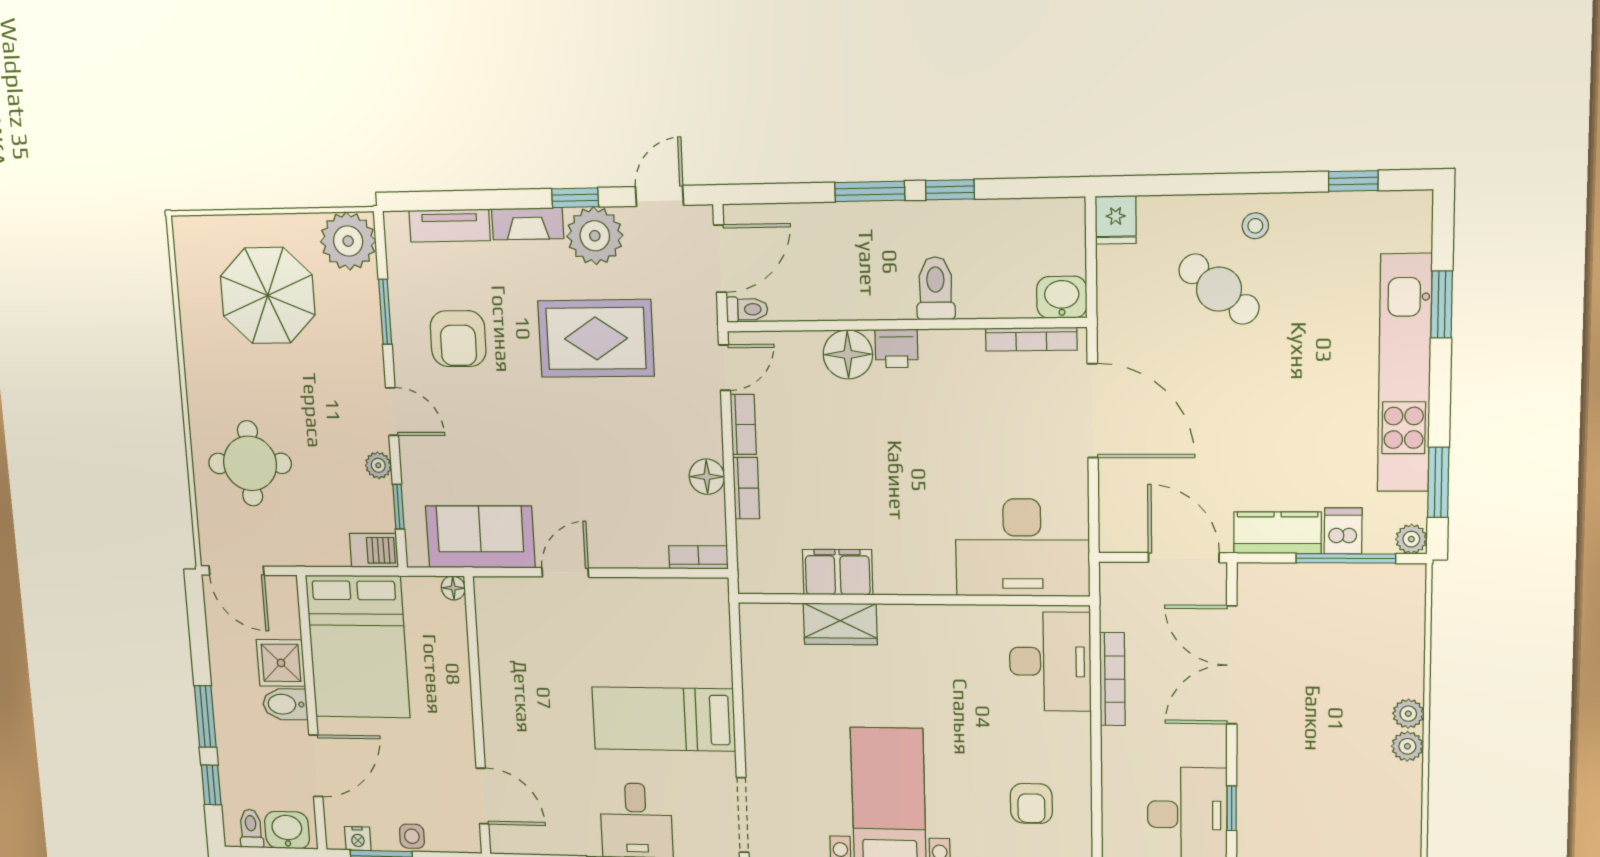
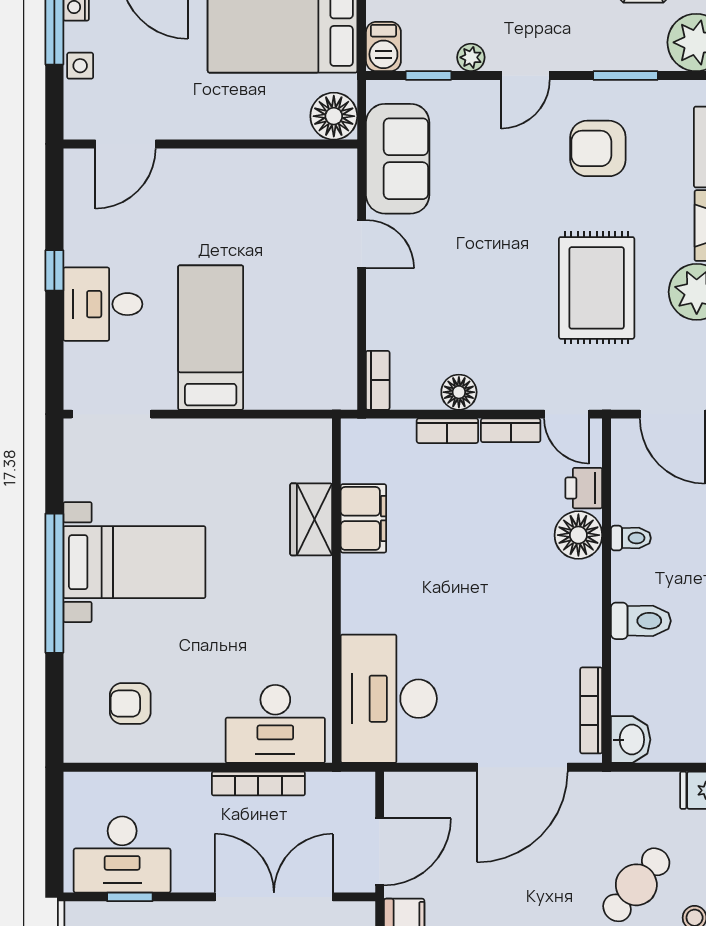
toilet: (747, 309) -> (631, 538), moved, turned -90
printer: (896, 348) -> (584, 488), moved
floor lamp: (453, 588) -> (334, 116), width x1.89, depth x1.89

